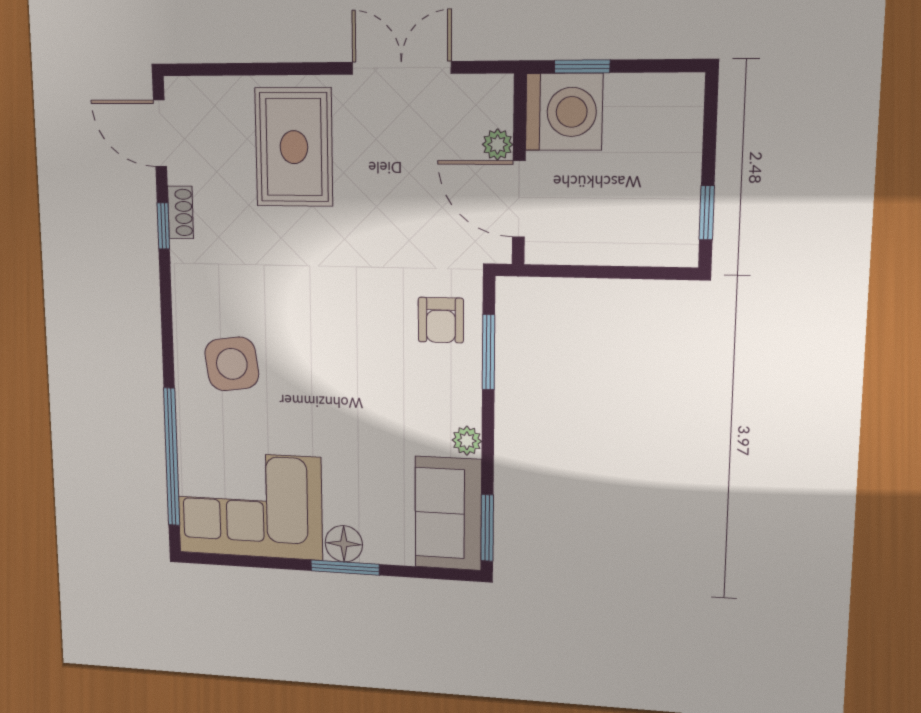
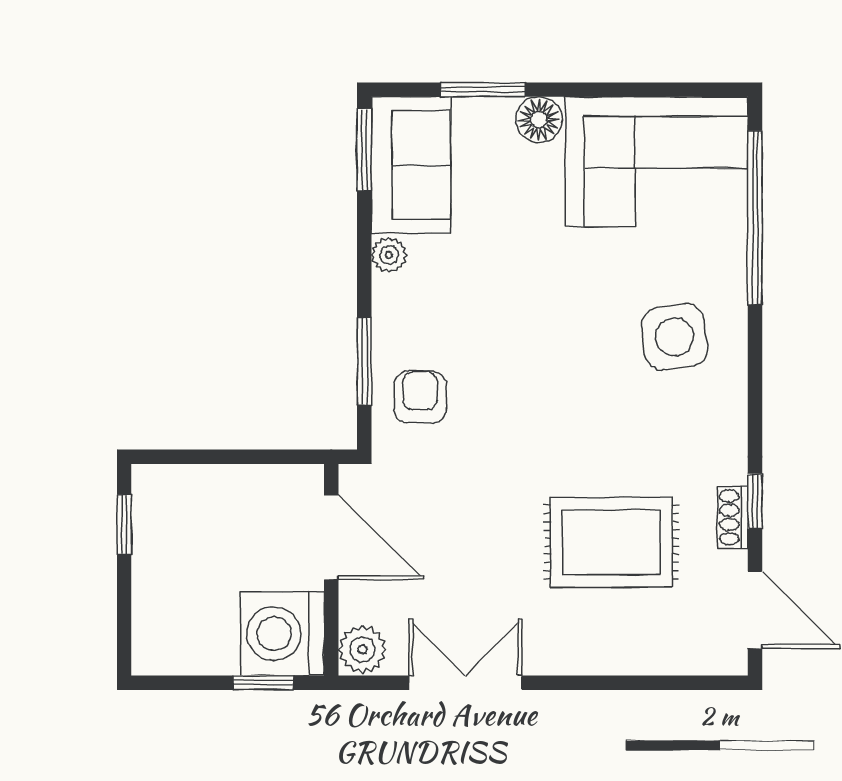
double door: (401, 68) -> (465, 683), swing flipped
plant: (498, 144) -> (362, 649), moved, width x1.38, depth x1.38
rug: (294, 147) -> (611, 542), moved, turned 90
window: (345, 568) -> (483, 90), moved

